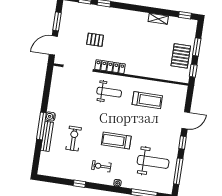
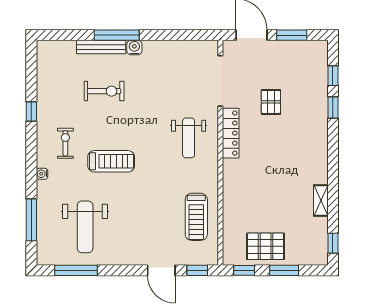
treadmill: (147, 100) -> (196, 217), moved
treadmill: (116, 141) -> (111, 161), turned 90
window: (182, 143) -> (197, 270), moved

